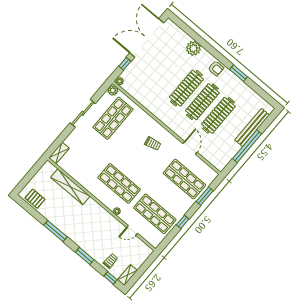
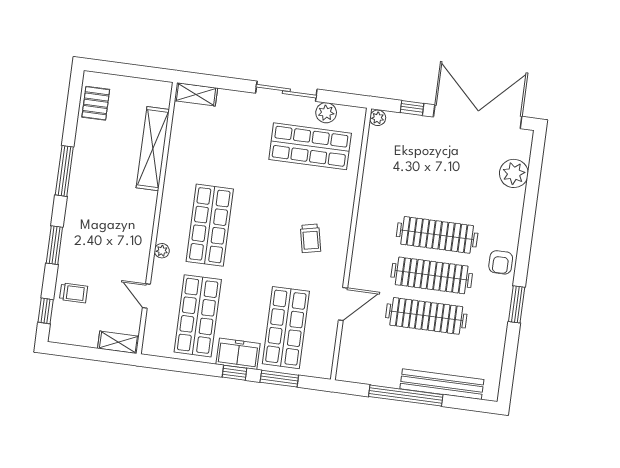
plant: (193, 48) -> (514, 173), moved
plant: (113, 90) -> (326, 113), moved
freezer: (182, 207) -> (238, 354), added
window: (183, 222) -> (234, 373), moved
shelving: (127, 275) -> (118, 342), moved

